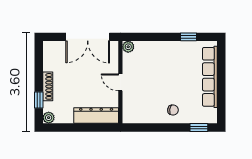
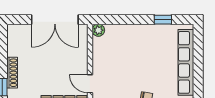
door: (120, 82) -> (90, 84), moved

